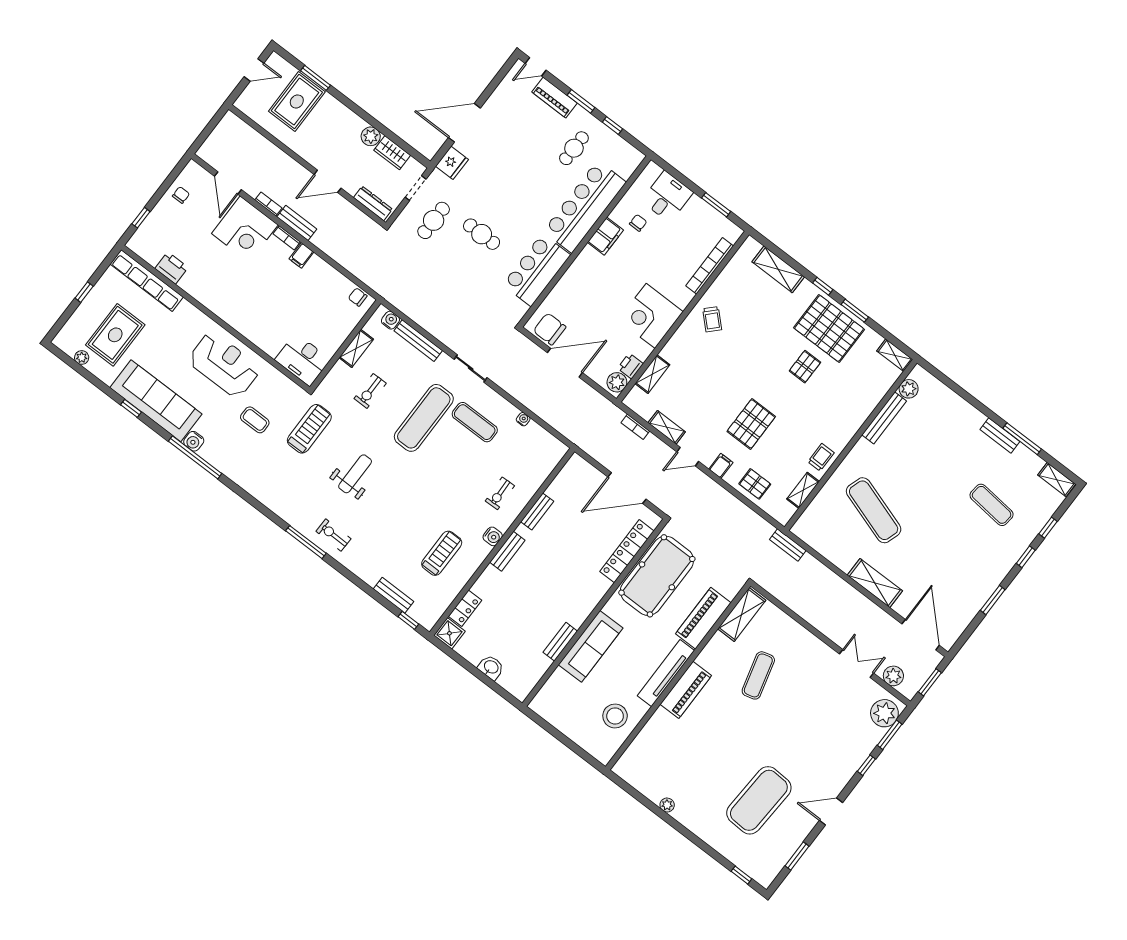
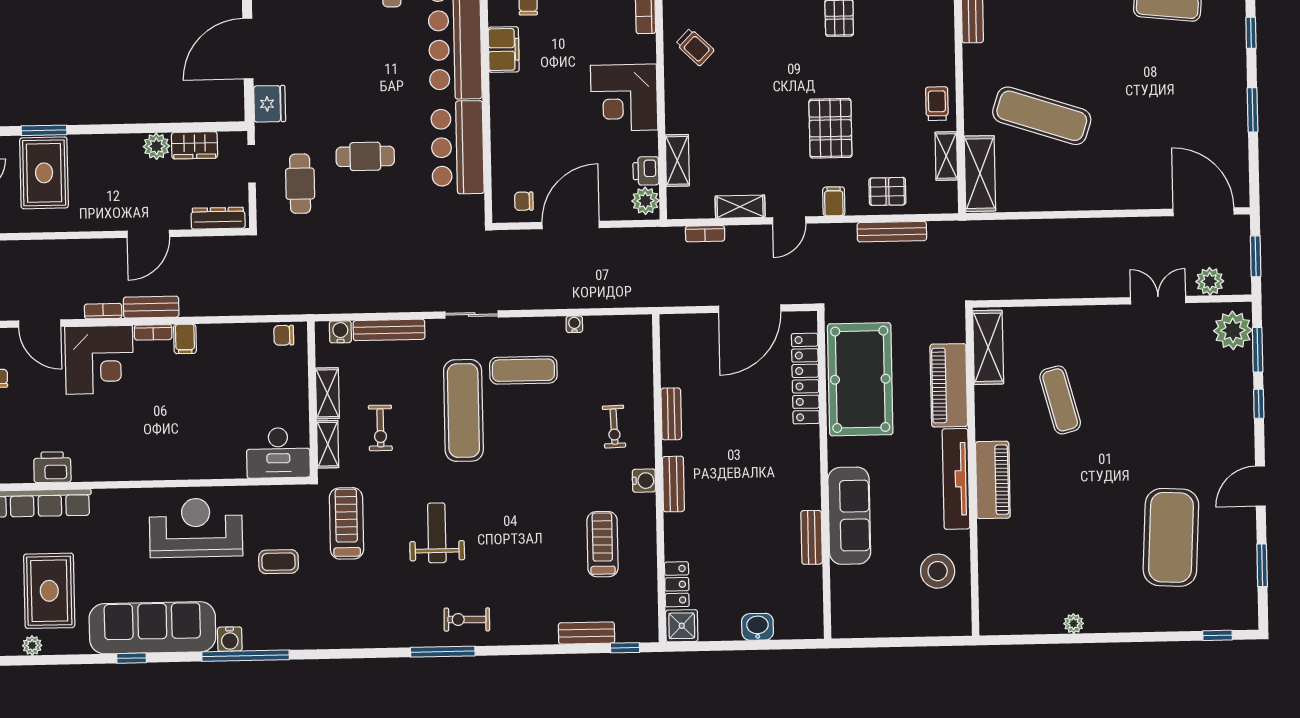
chair: (550, 329) -> (524, 201), width x0.54, depth x0.54
shelving: (334, 377) -> (328, 444), added
bench: (788, 545) -> (892, 232), moved, width x1.36
shelving: (875, 583) -> (980, 174), moved, turned 90

